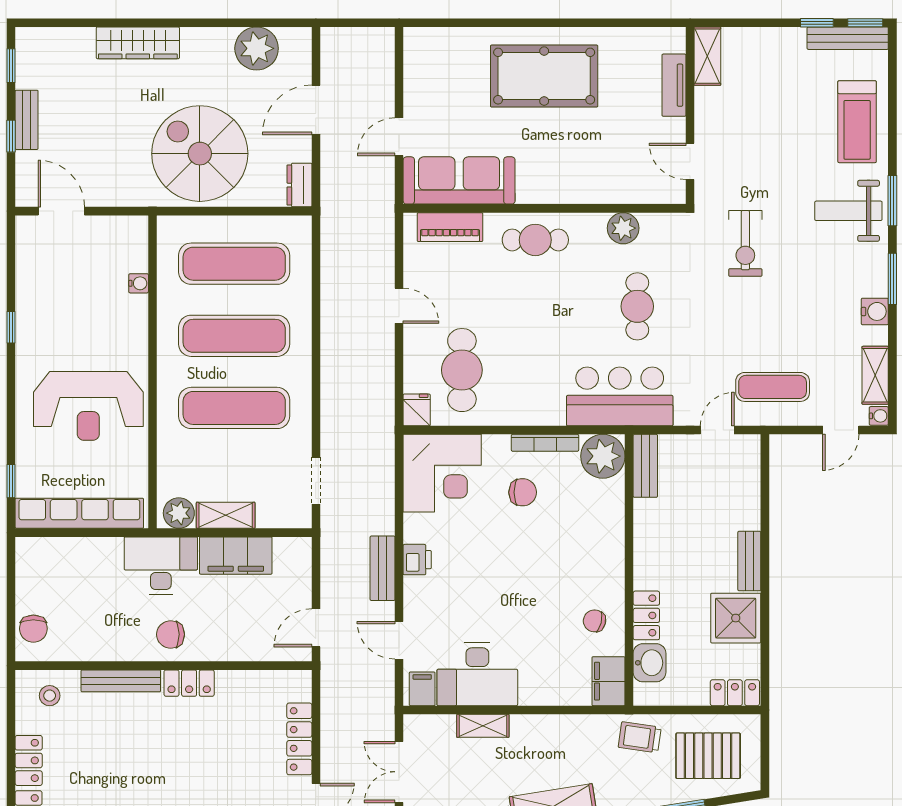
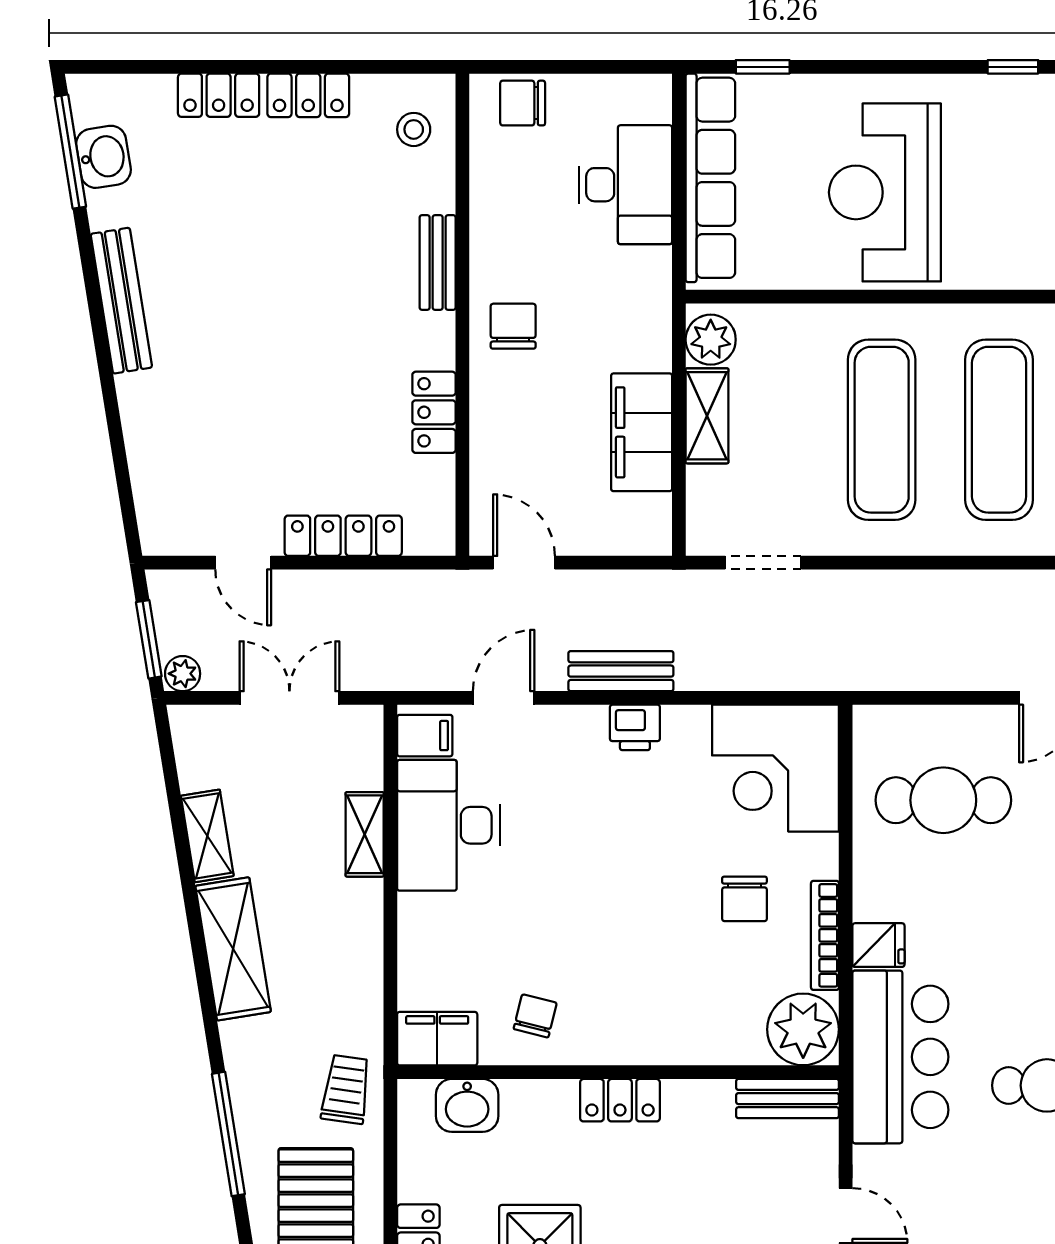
fridge: (417, 410) -> (878, 945), moved
desk: (161, 565) -> (625, 185), moved
locker: (646, 615) -> (620, 1100), moved
bench: (121, 681) -> (438, 263), width x0.73
locker: (189, 683) -> (434, 412), moved

